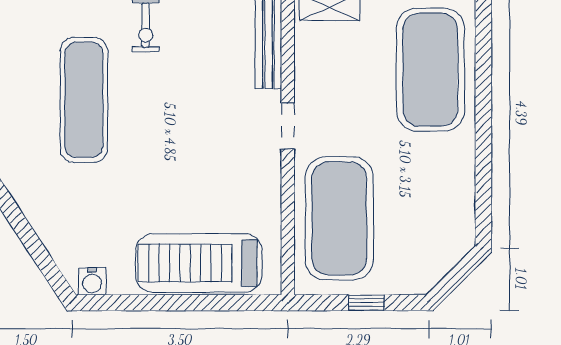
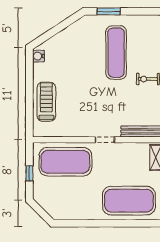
exercise mat: (84, 100) -> (116, 53), turned 90
treadmill: (199, 263) -> (46, 102), width x0.73, depth x0.73

